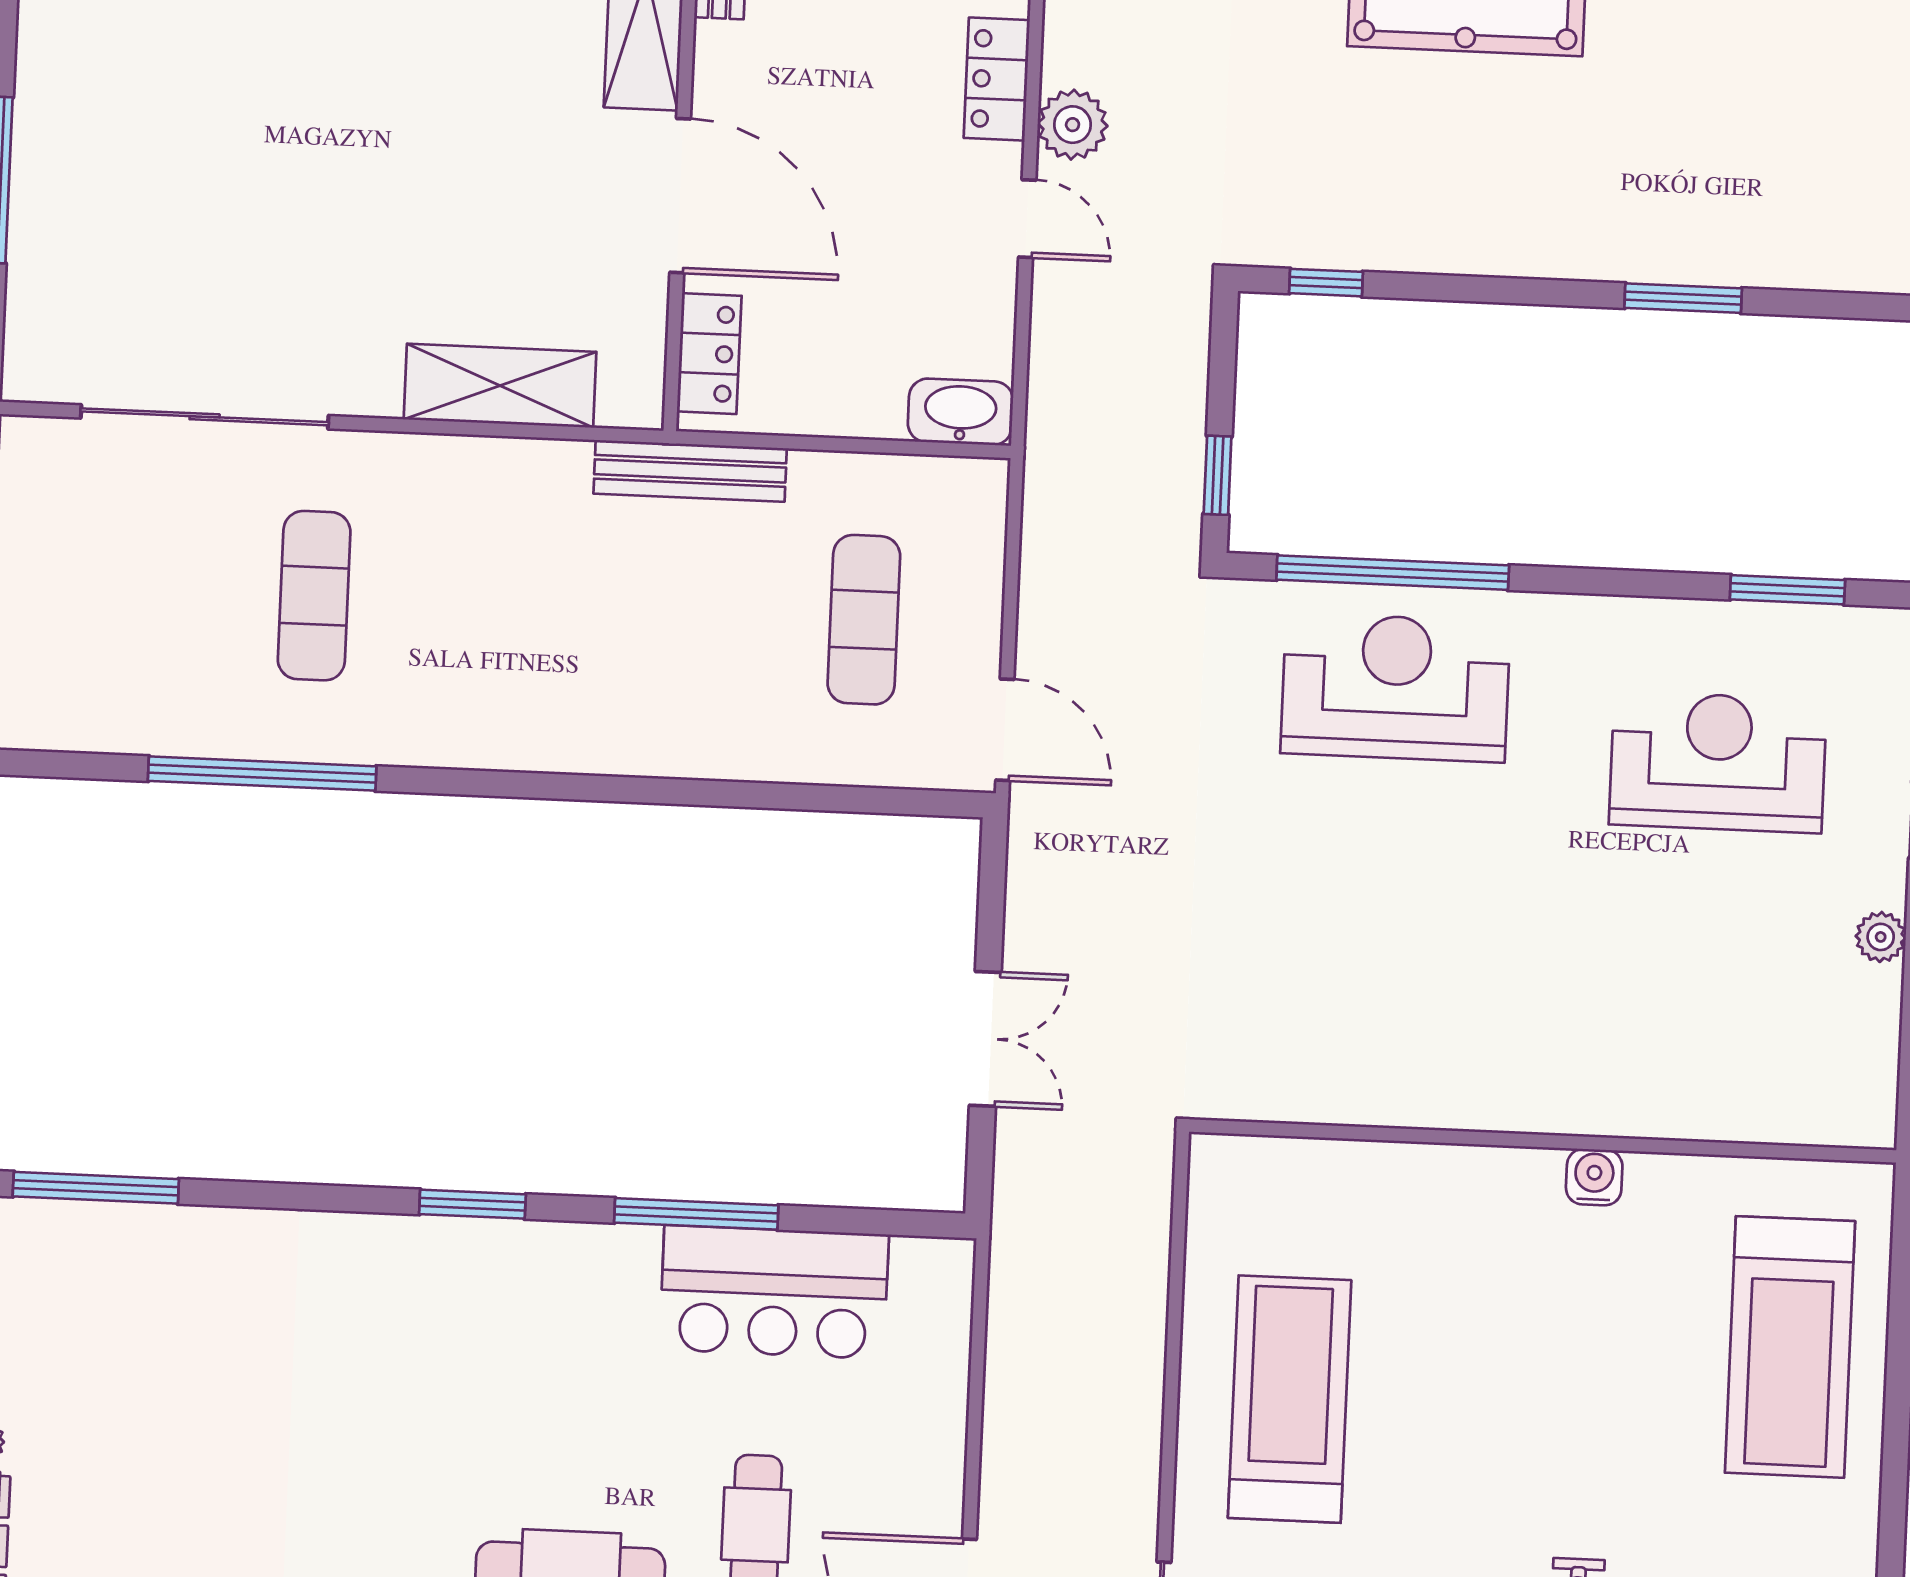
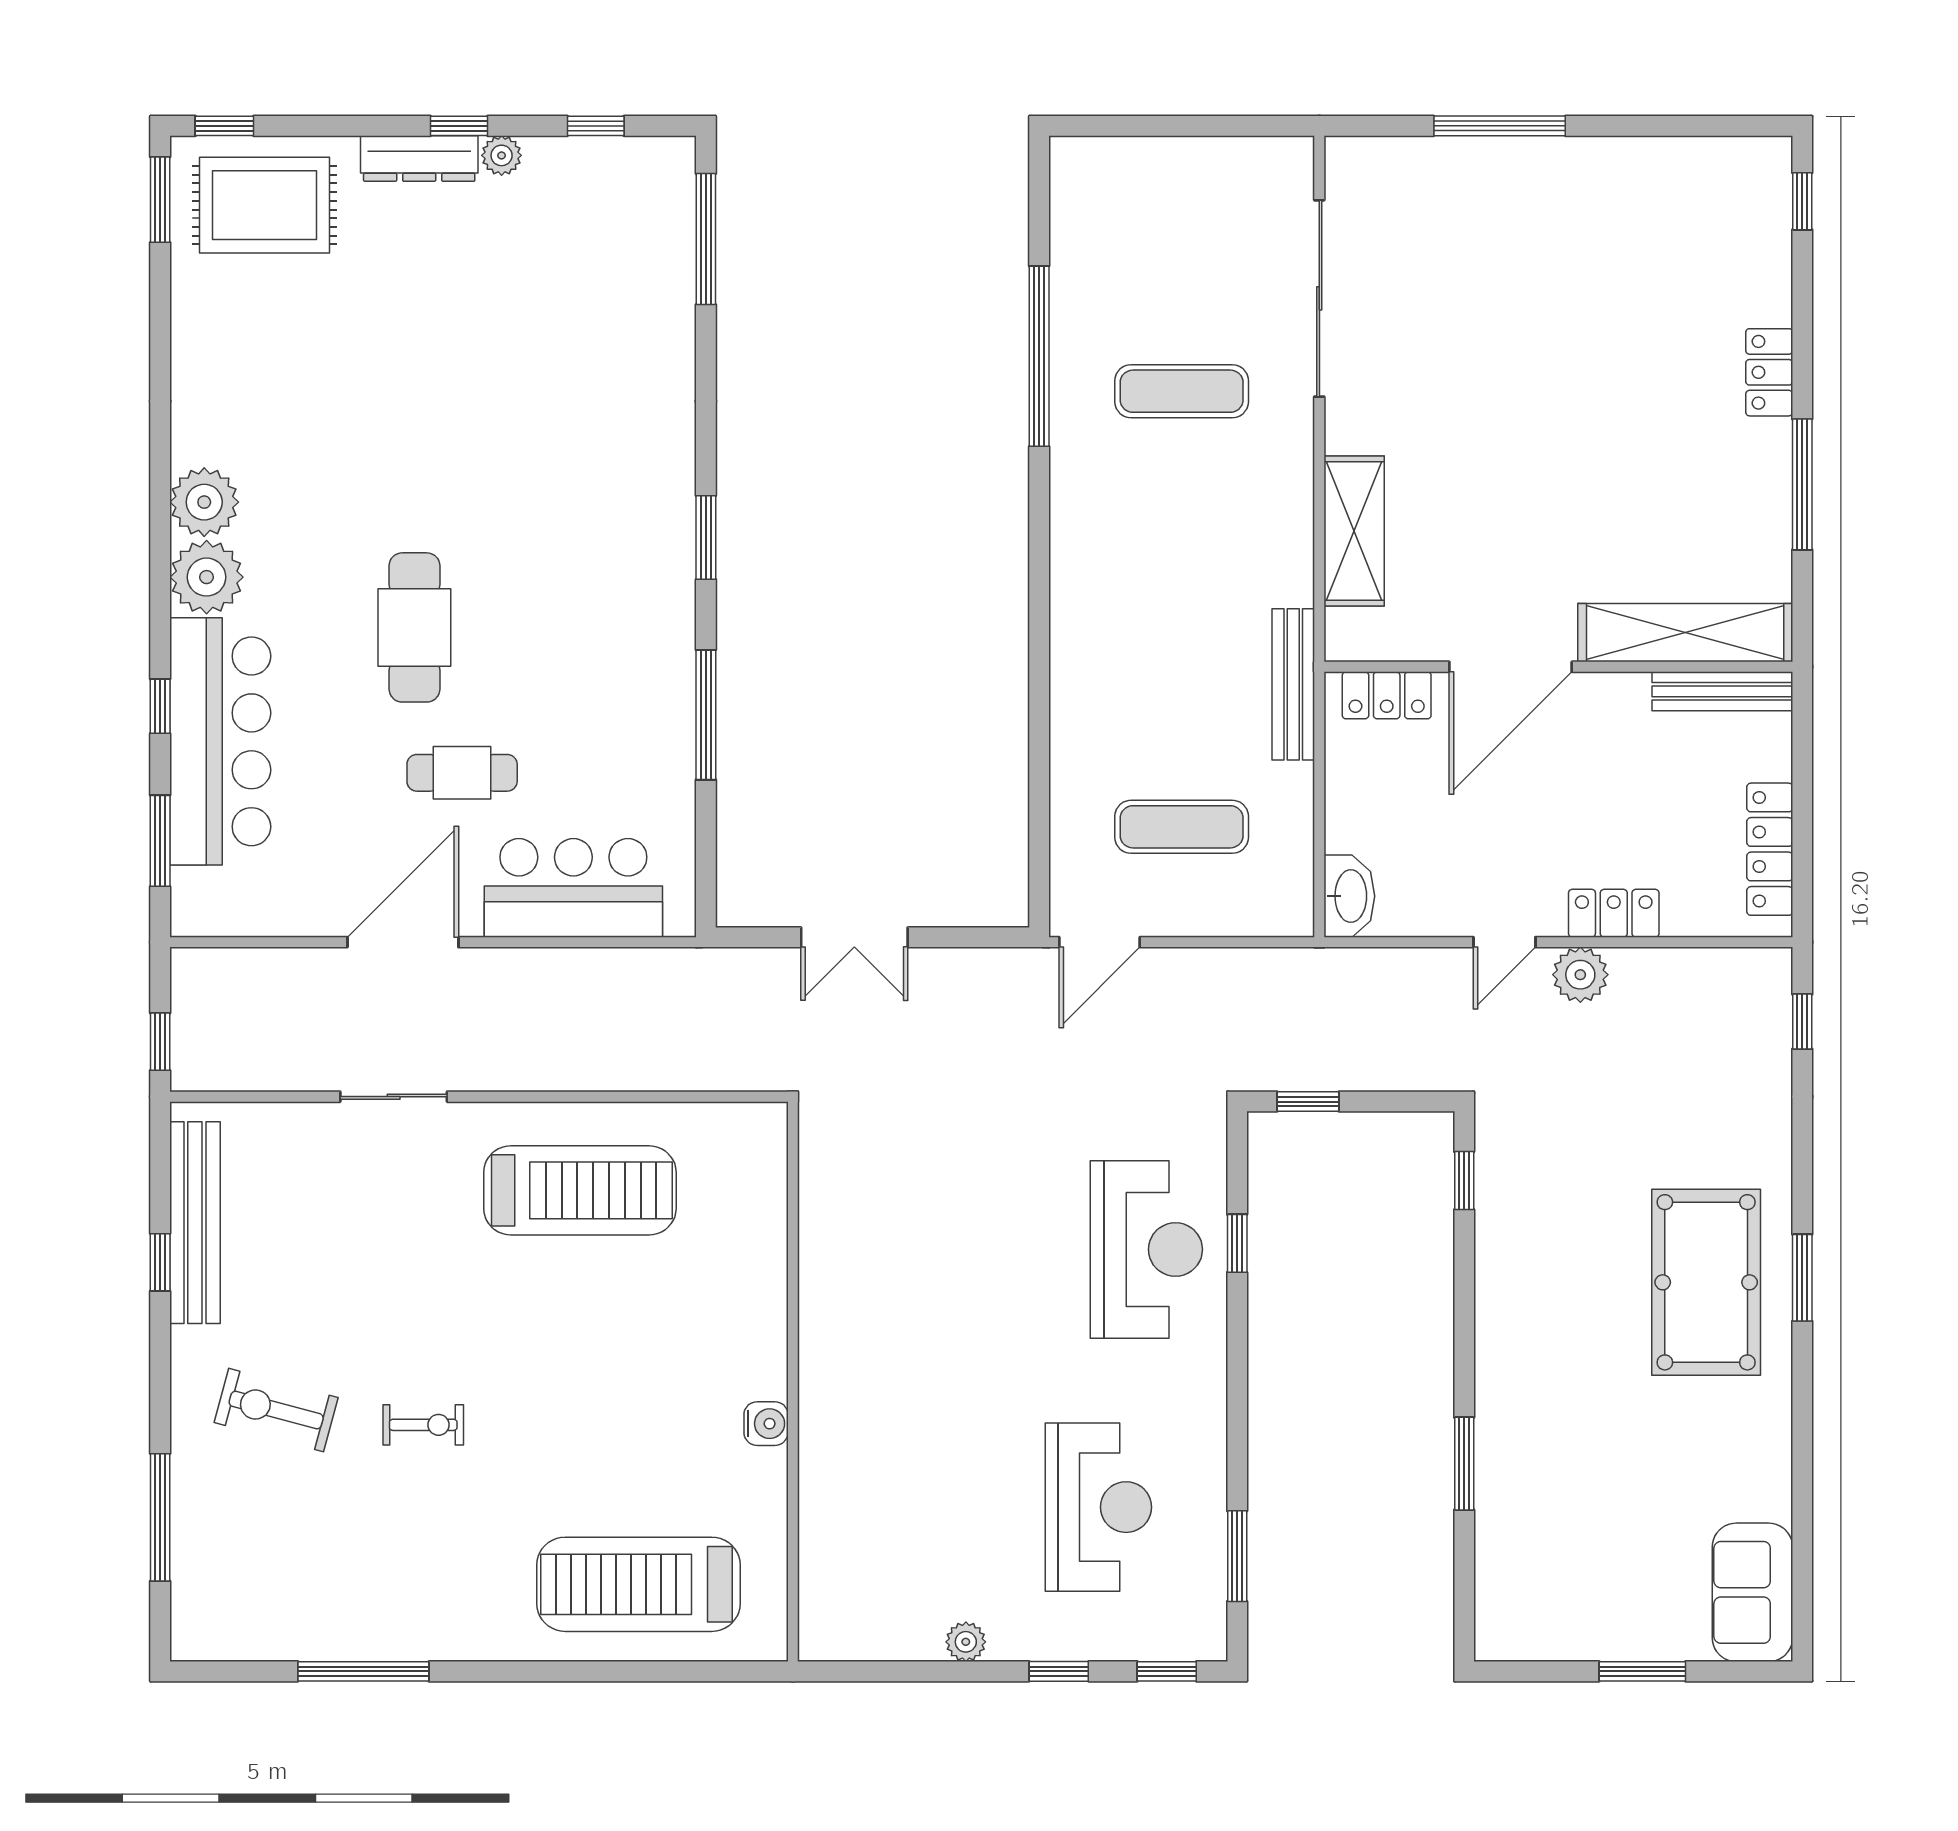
window: (1393, 573) -> (1237, 1243), width x0.32
bar counter: (774, 1292) -> (573, 888), moved, turned 90

